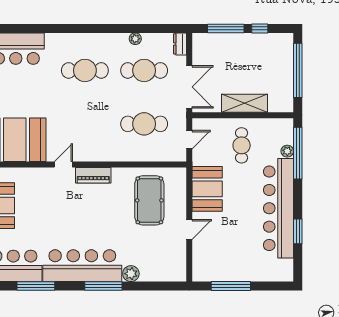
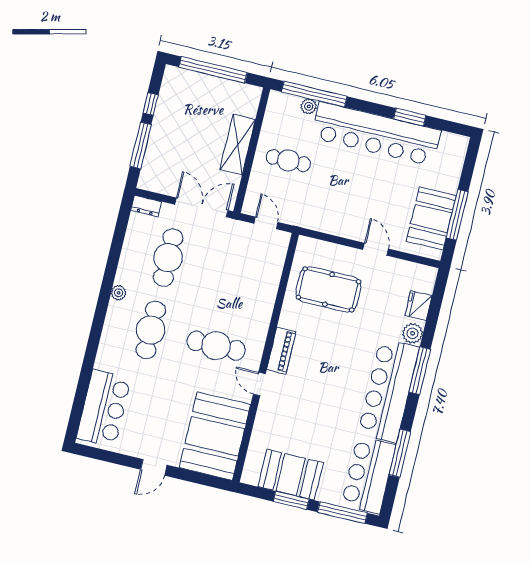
plant: (135, 39) -> (119, 293), moved
cafe table: (144, 124) -> (216, 346), moved, turned 90
booth: (207, 189) -> (431, 218), moved, turned 90
fridge: (153, 273) -> (418, 306), added

